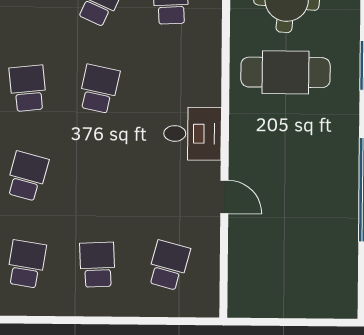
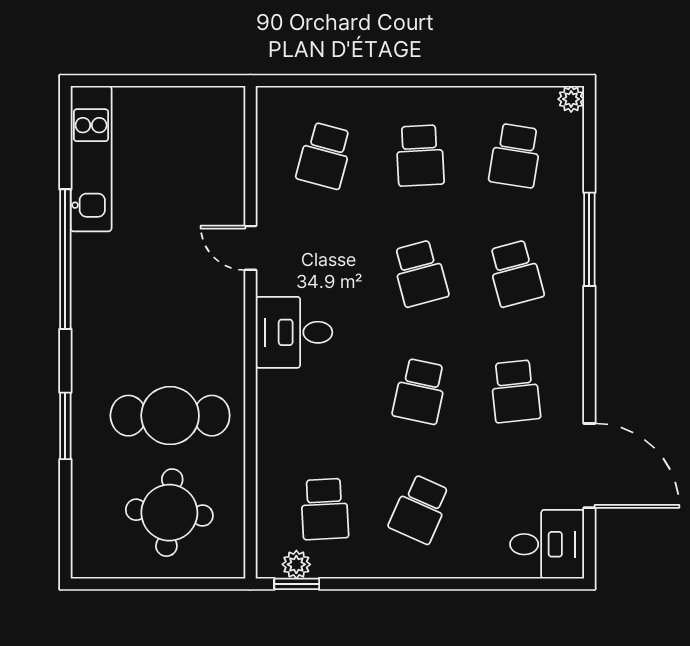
school desk: (27, 176) -> (515, 273), turned -30
school desk: (98, 177) -> (420, 273), added
kitchen unit: (343, 264) -> (91, 159), added

